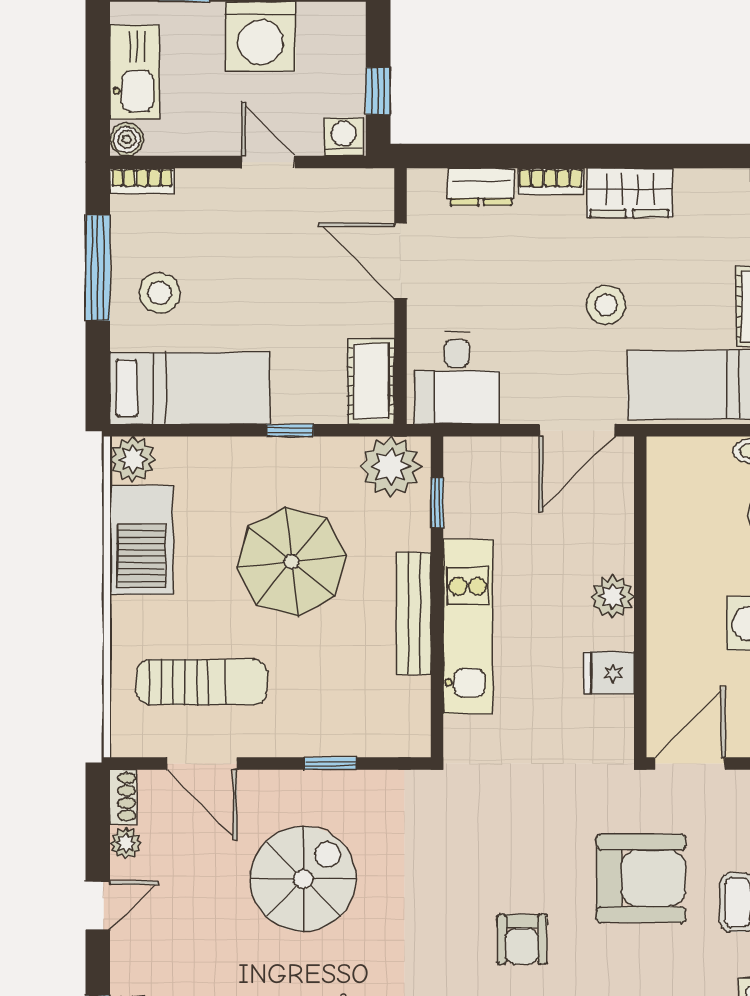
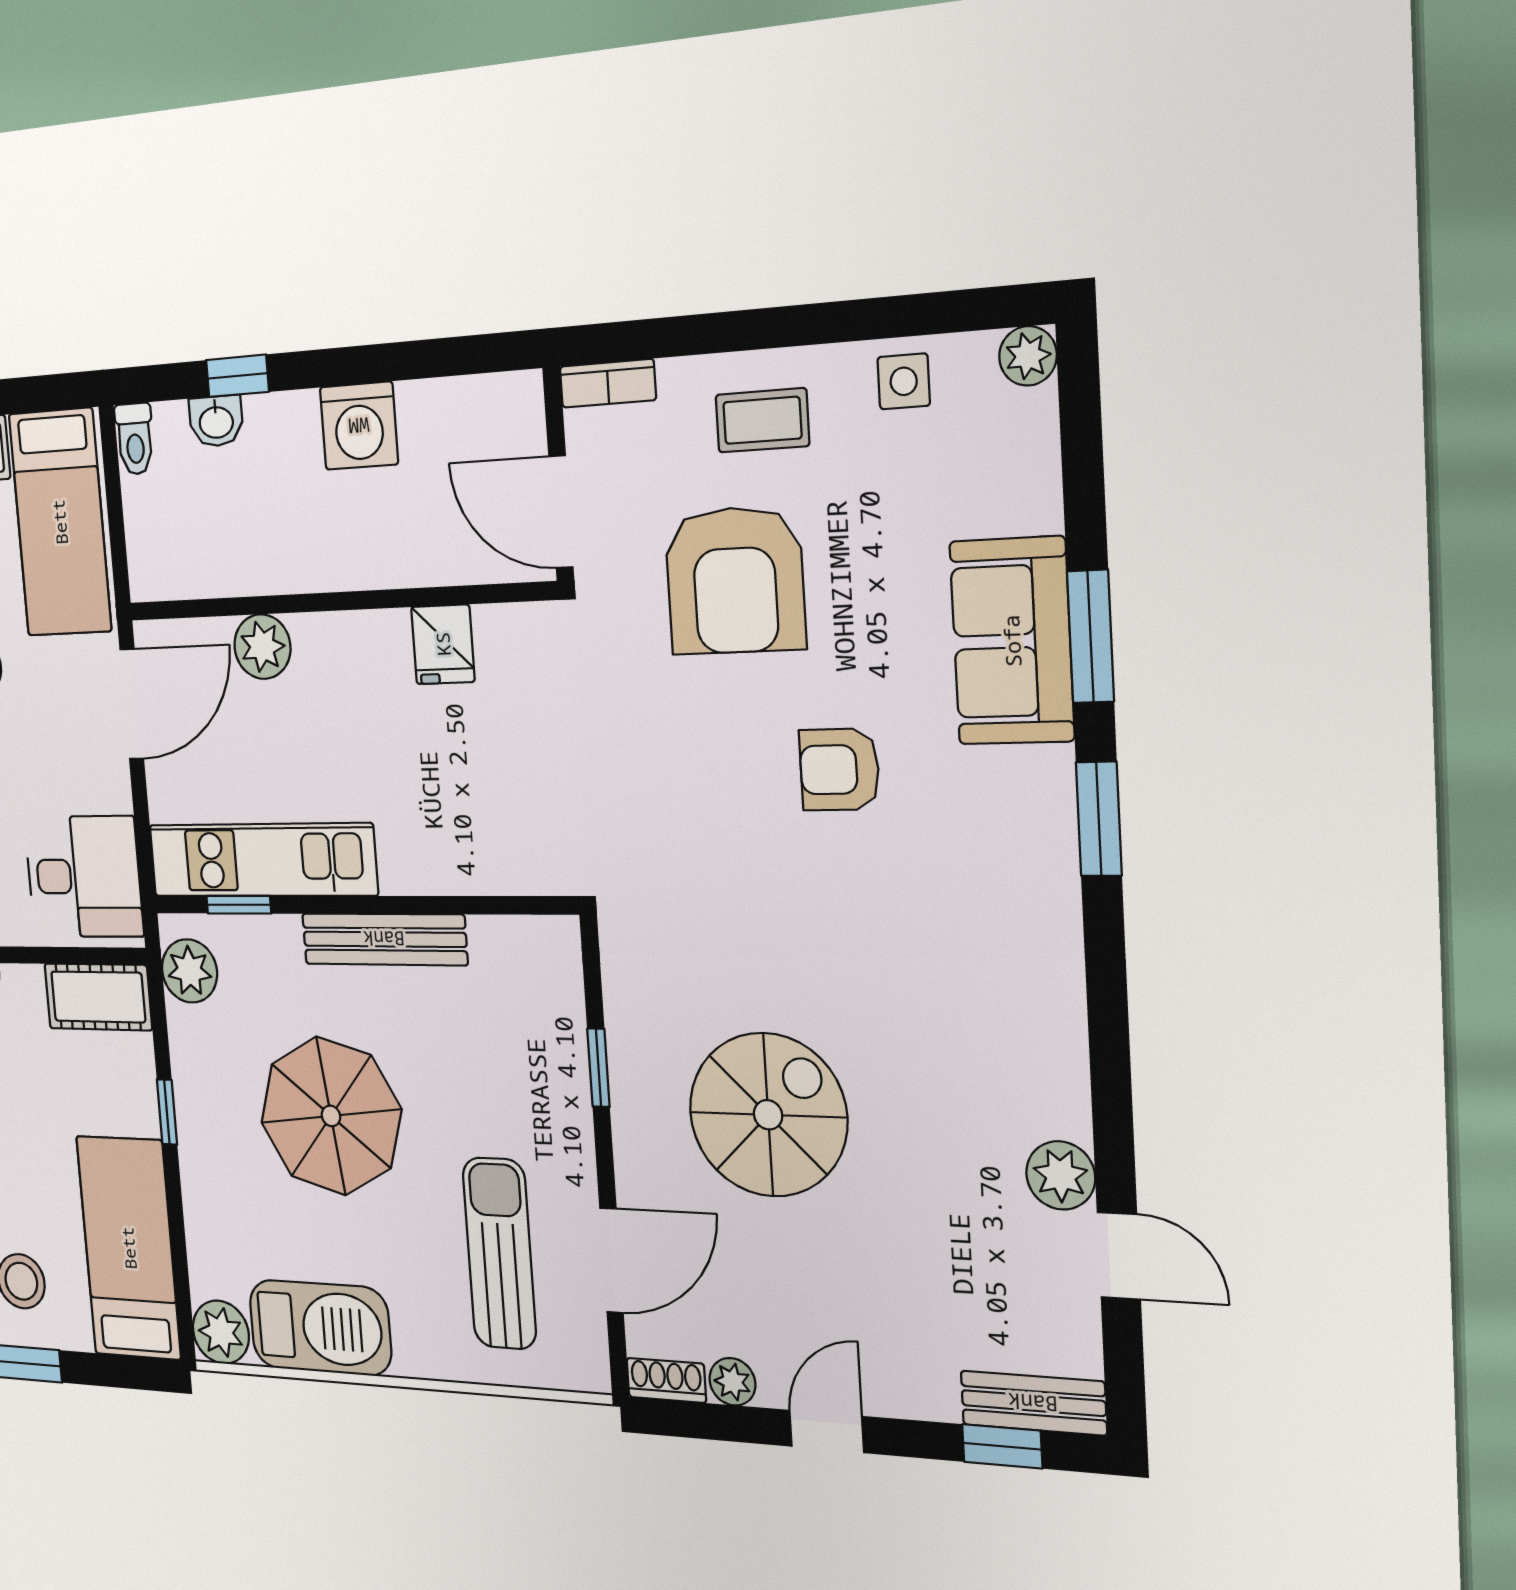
door: (577, 430) -> (132, 704), hinge flipped
plant: (391, 467) -> (189, 971), width x0.73, depth x0.73
plant: (613, 597) -> (262, 647), moved
kitchen unit: (468, 627) -> (262, 860), moved
armchair: (641, 878) -> (735, 580), turned 180
spiral stairs: (303, 879) -> (768, 1115), turned 90
door: (98, 905) -> (827, 1431), hinge flipped
armchair: (522, 939) -> (839, 770), turned 180

